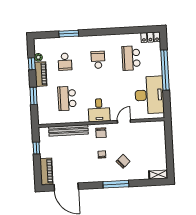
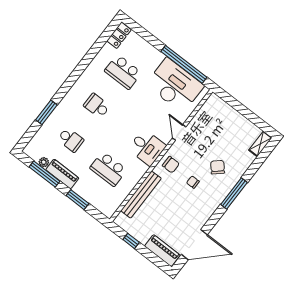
window: (32, 64) -> (45, 174), width x2.17
window: (165, 70) -> (184, 64), moved

